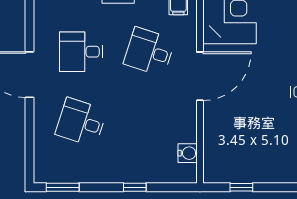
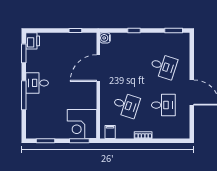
door: (200, 76) -> (98, 68), moved
water cooler: (188, 153) -> (105, 38), moved

